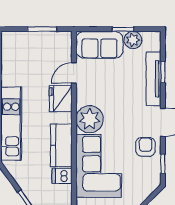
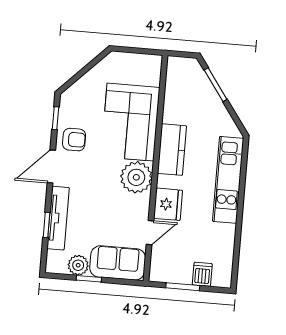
armchair: (145, 147) -> (74, 140), turned -90
dishwasher: (62, 176) -> (202, 274), moved, turned -90

